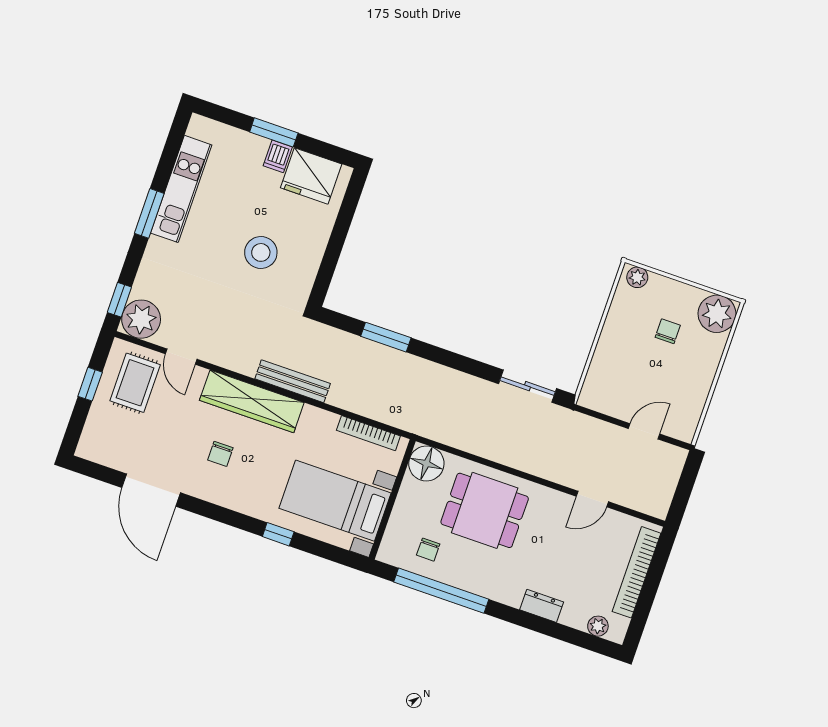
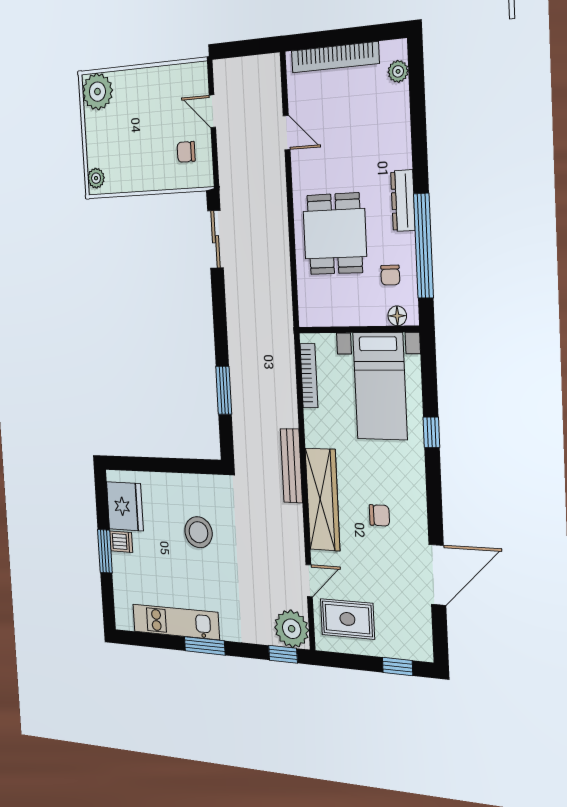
chair: (668, 331) -> (186, 152), moved
window: (90, 384) -> (398, 666), moved
floor lamp: (426, 464) -> (397, 316), moved, width x0.53, depth x0.53
chair: (428, 550) -> (390, 275), turned 90
dresser: (542, 606) -> (403, 201), moved, width x1.44

